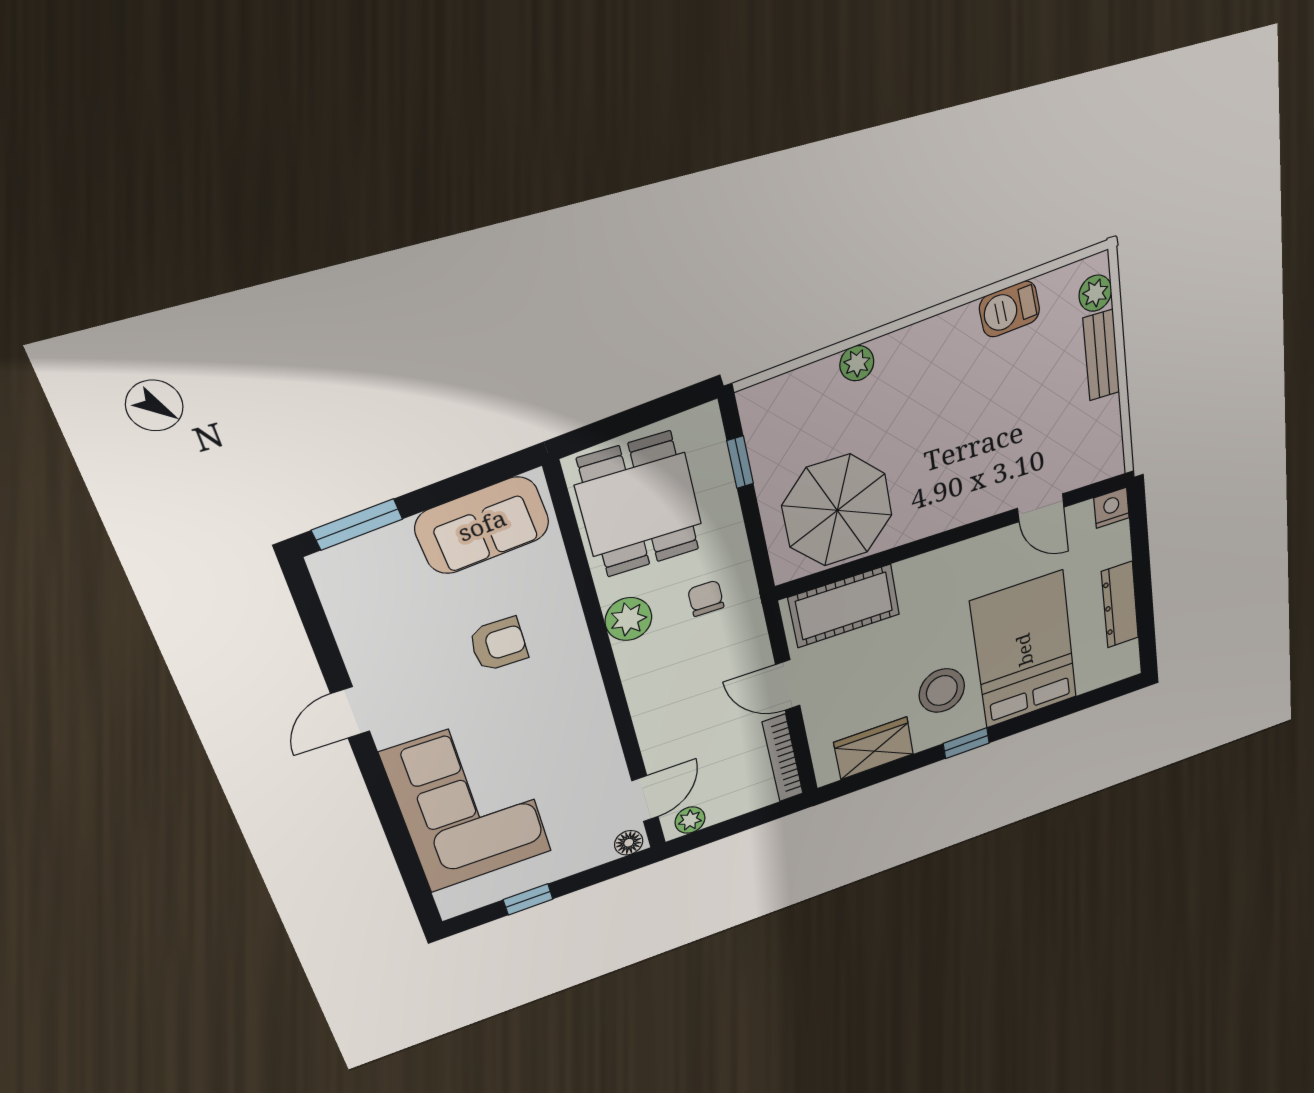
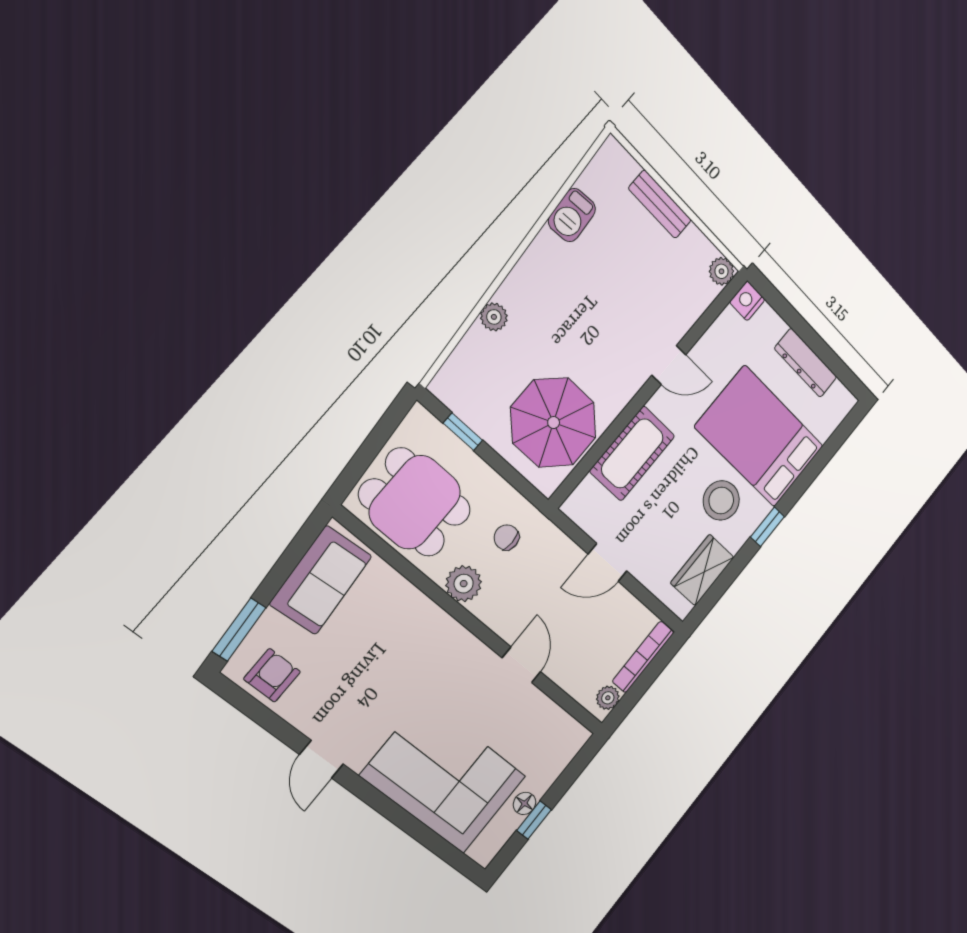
plant: (1095, 293) -> (721, 271), moved
door: (1041, 508) -> (669, 365), moved
cot: (844, 606) -> (632, 453), moved
armchair: (499, 644) -> (272, 675), moved
bookcase: (783, 758) -> (643, 657), moved, turned 90
door: (645, 799) -> (521, 665), moved
floor lamp: (629, 843) -> (525, 803), moved

